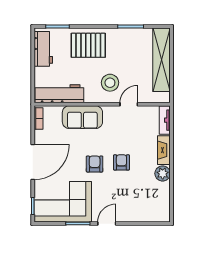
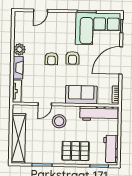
door: (107, 224) -> (41, 11), moved

